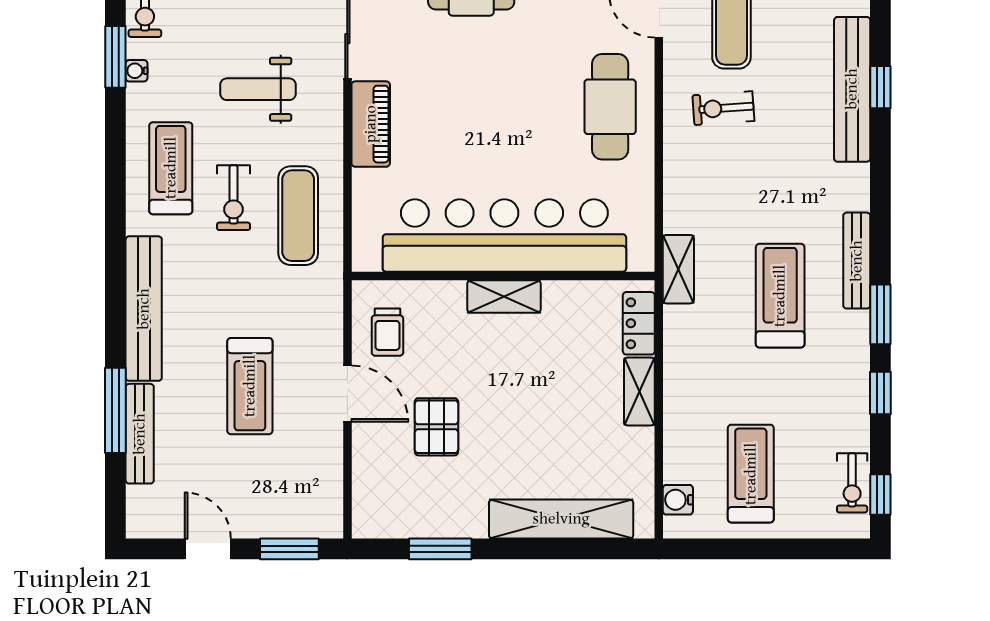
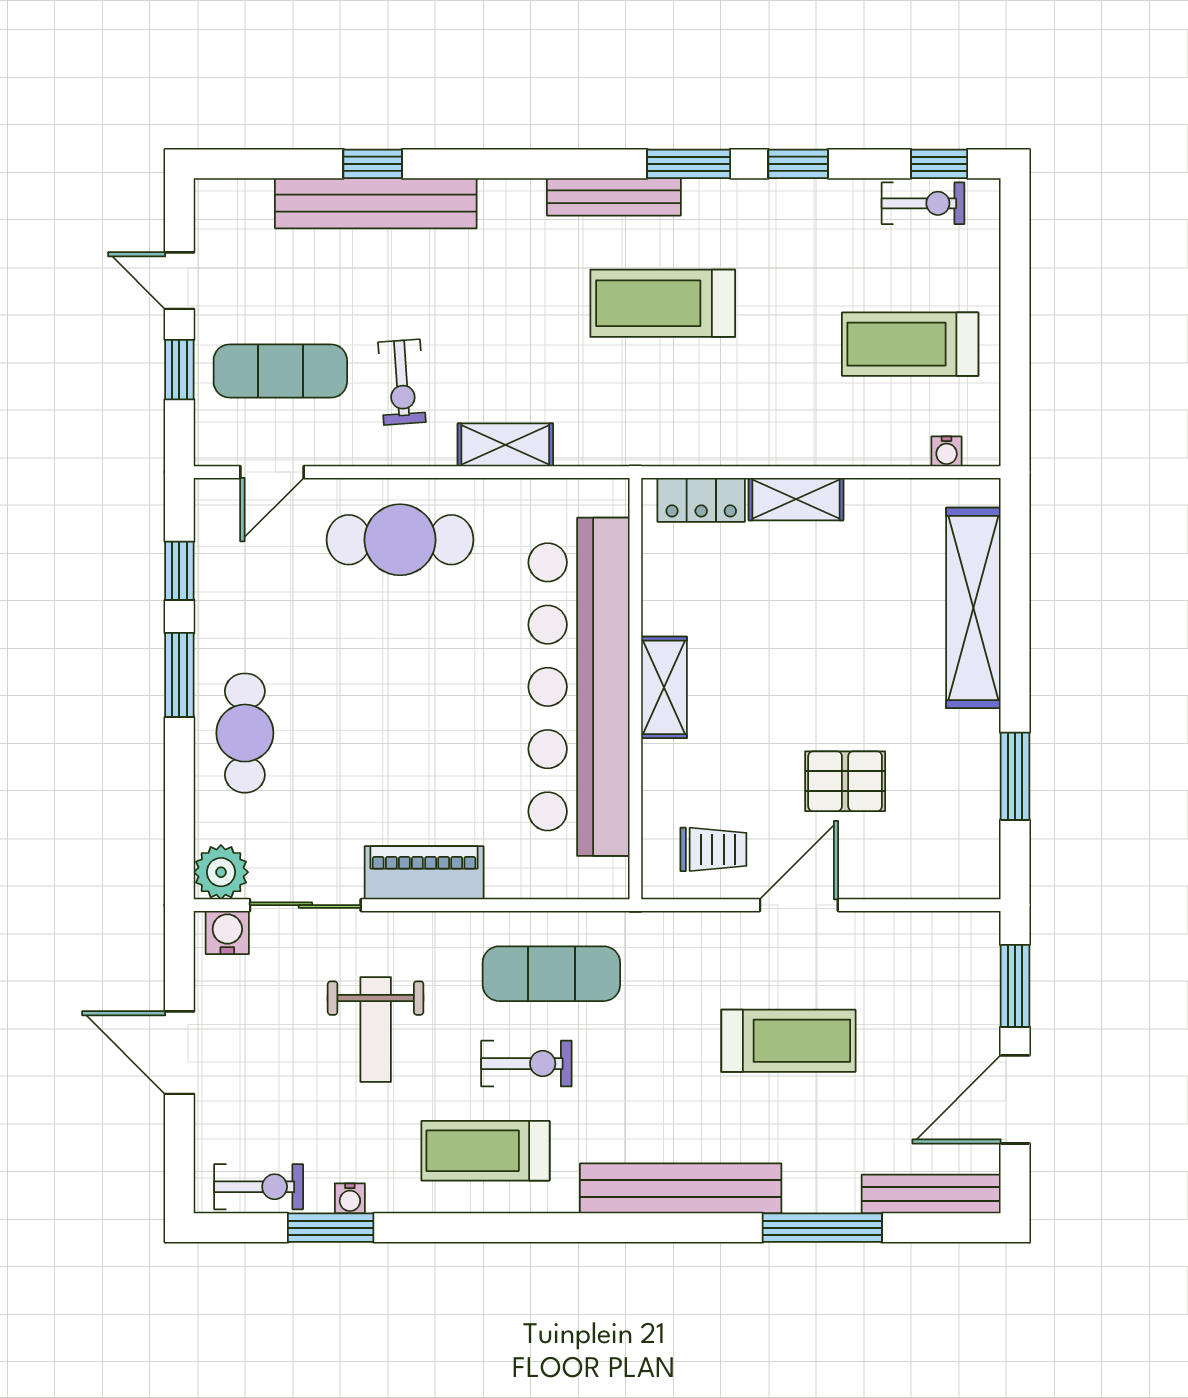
shelving: (678, 269) -> (505, 445), moved
bench: (140, 434) -> (931, 1194), moved
water cooler: (678, 500) -> (947, 451), width x0.72, depth x0.72
door: (208, 549) -> (1015, 1099), width x1.38

